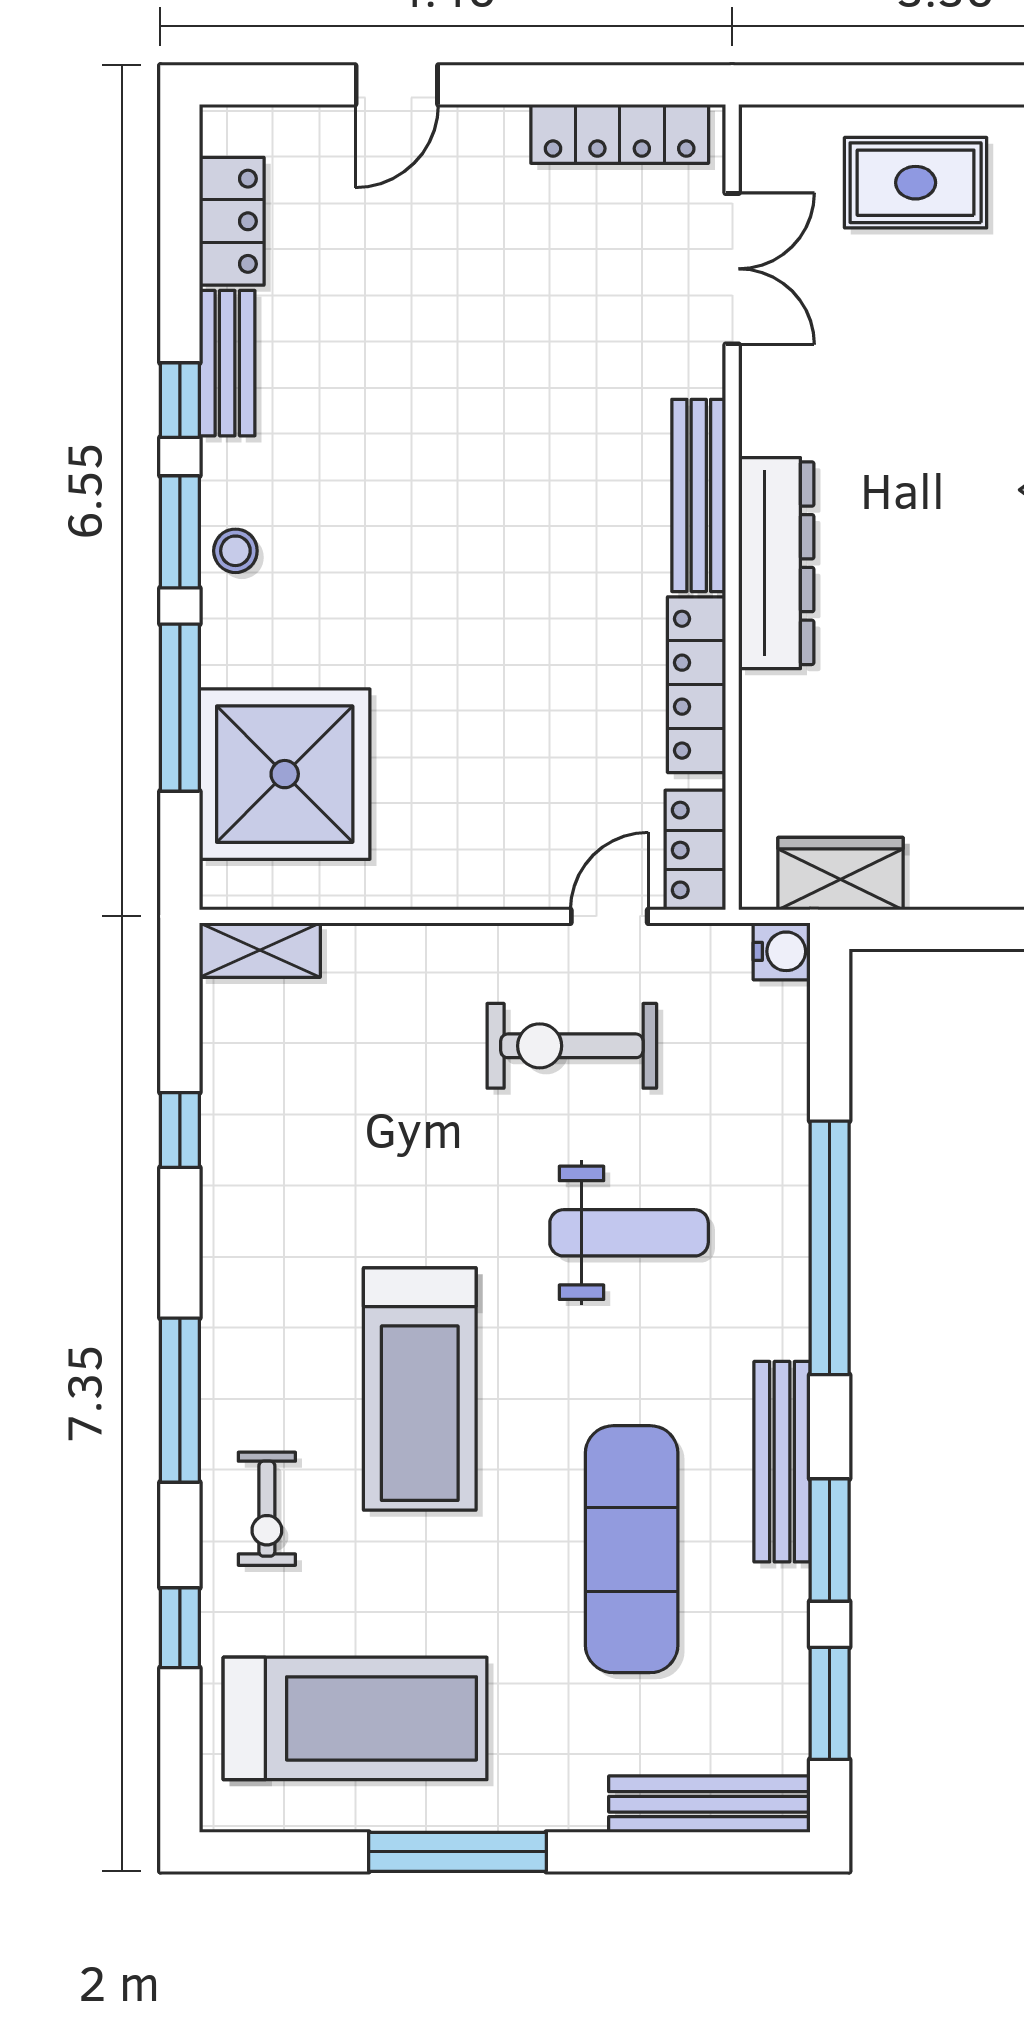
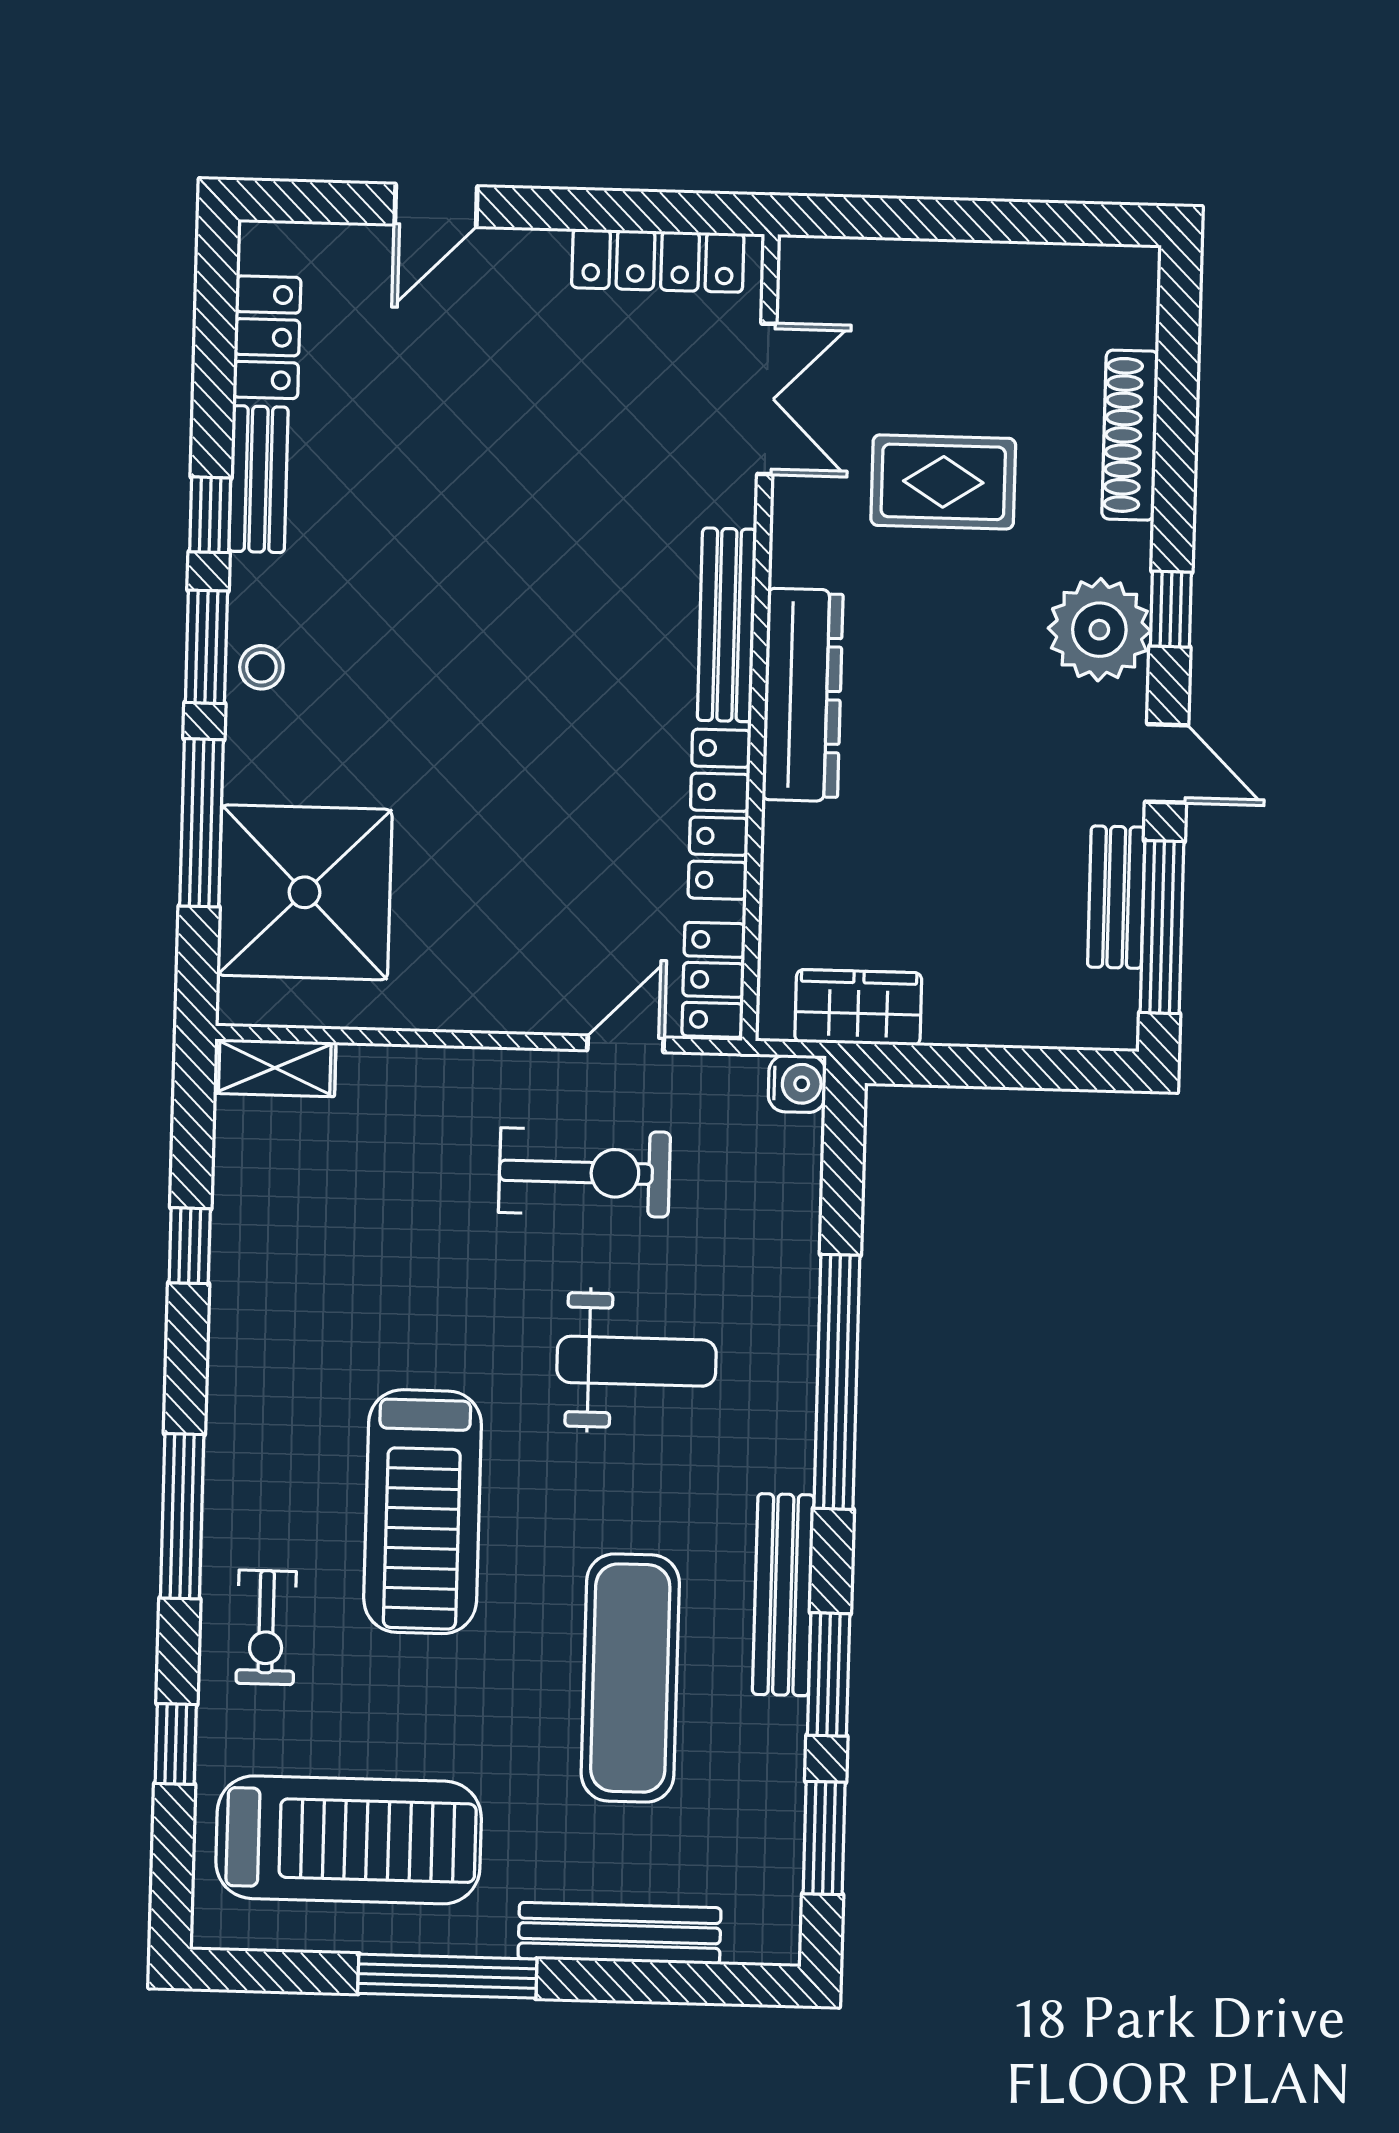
rug: (916, 183) -> (943, 482), moved
exercise bike: (572, 1046) -> (584, 1172), turned 180
bench: (709, 1804) -> (619, 1933), moved

